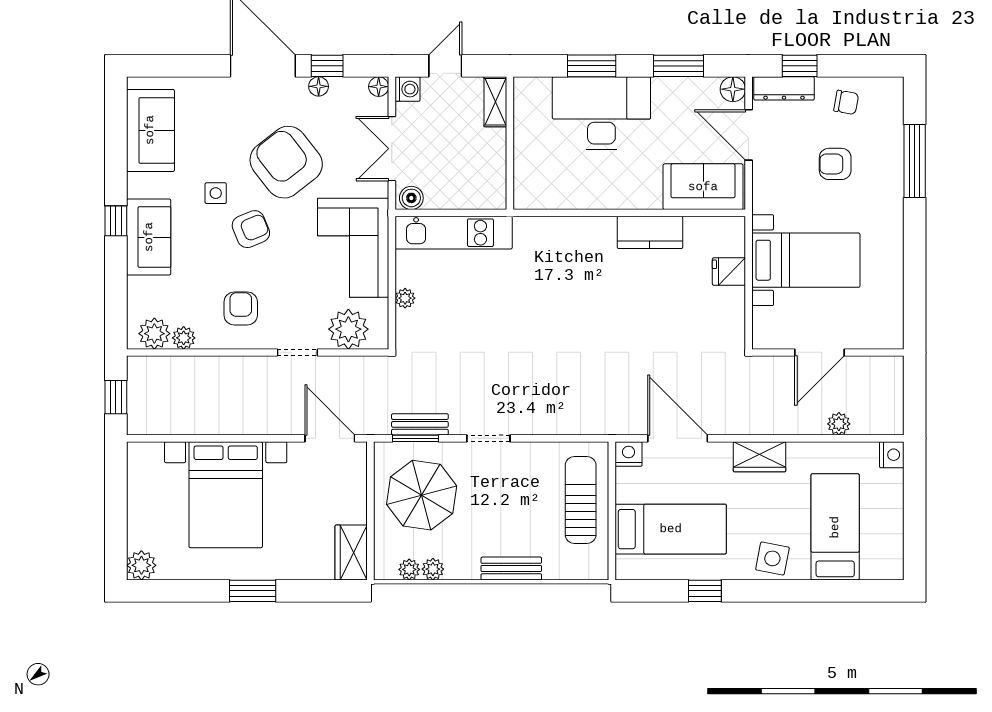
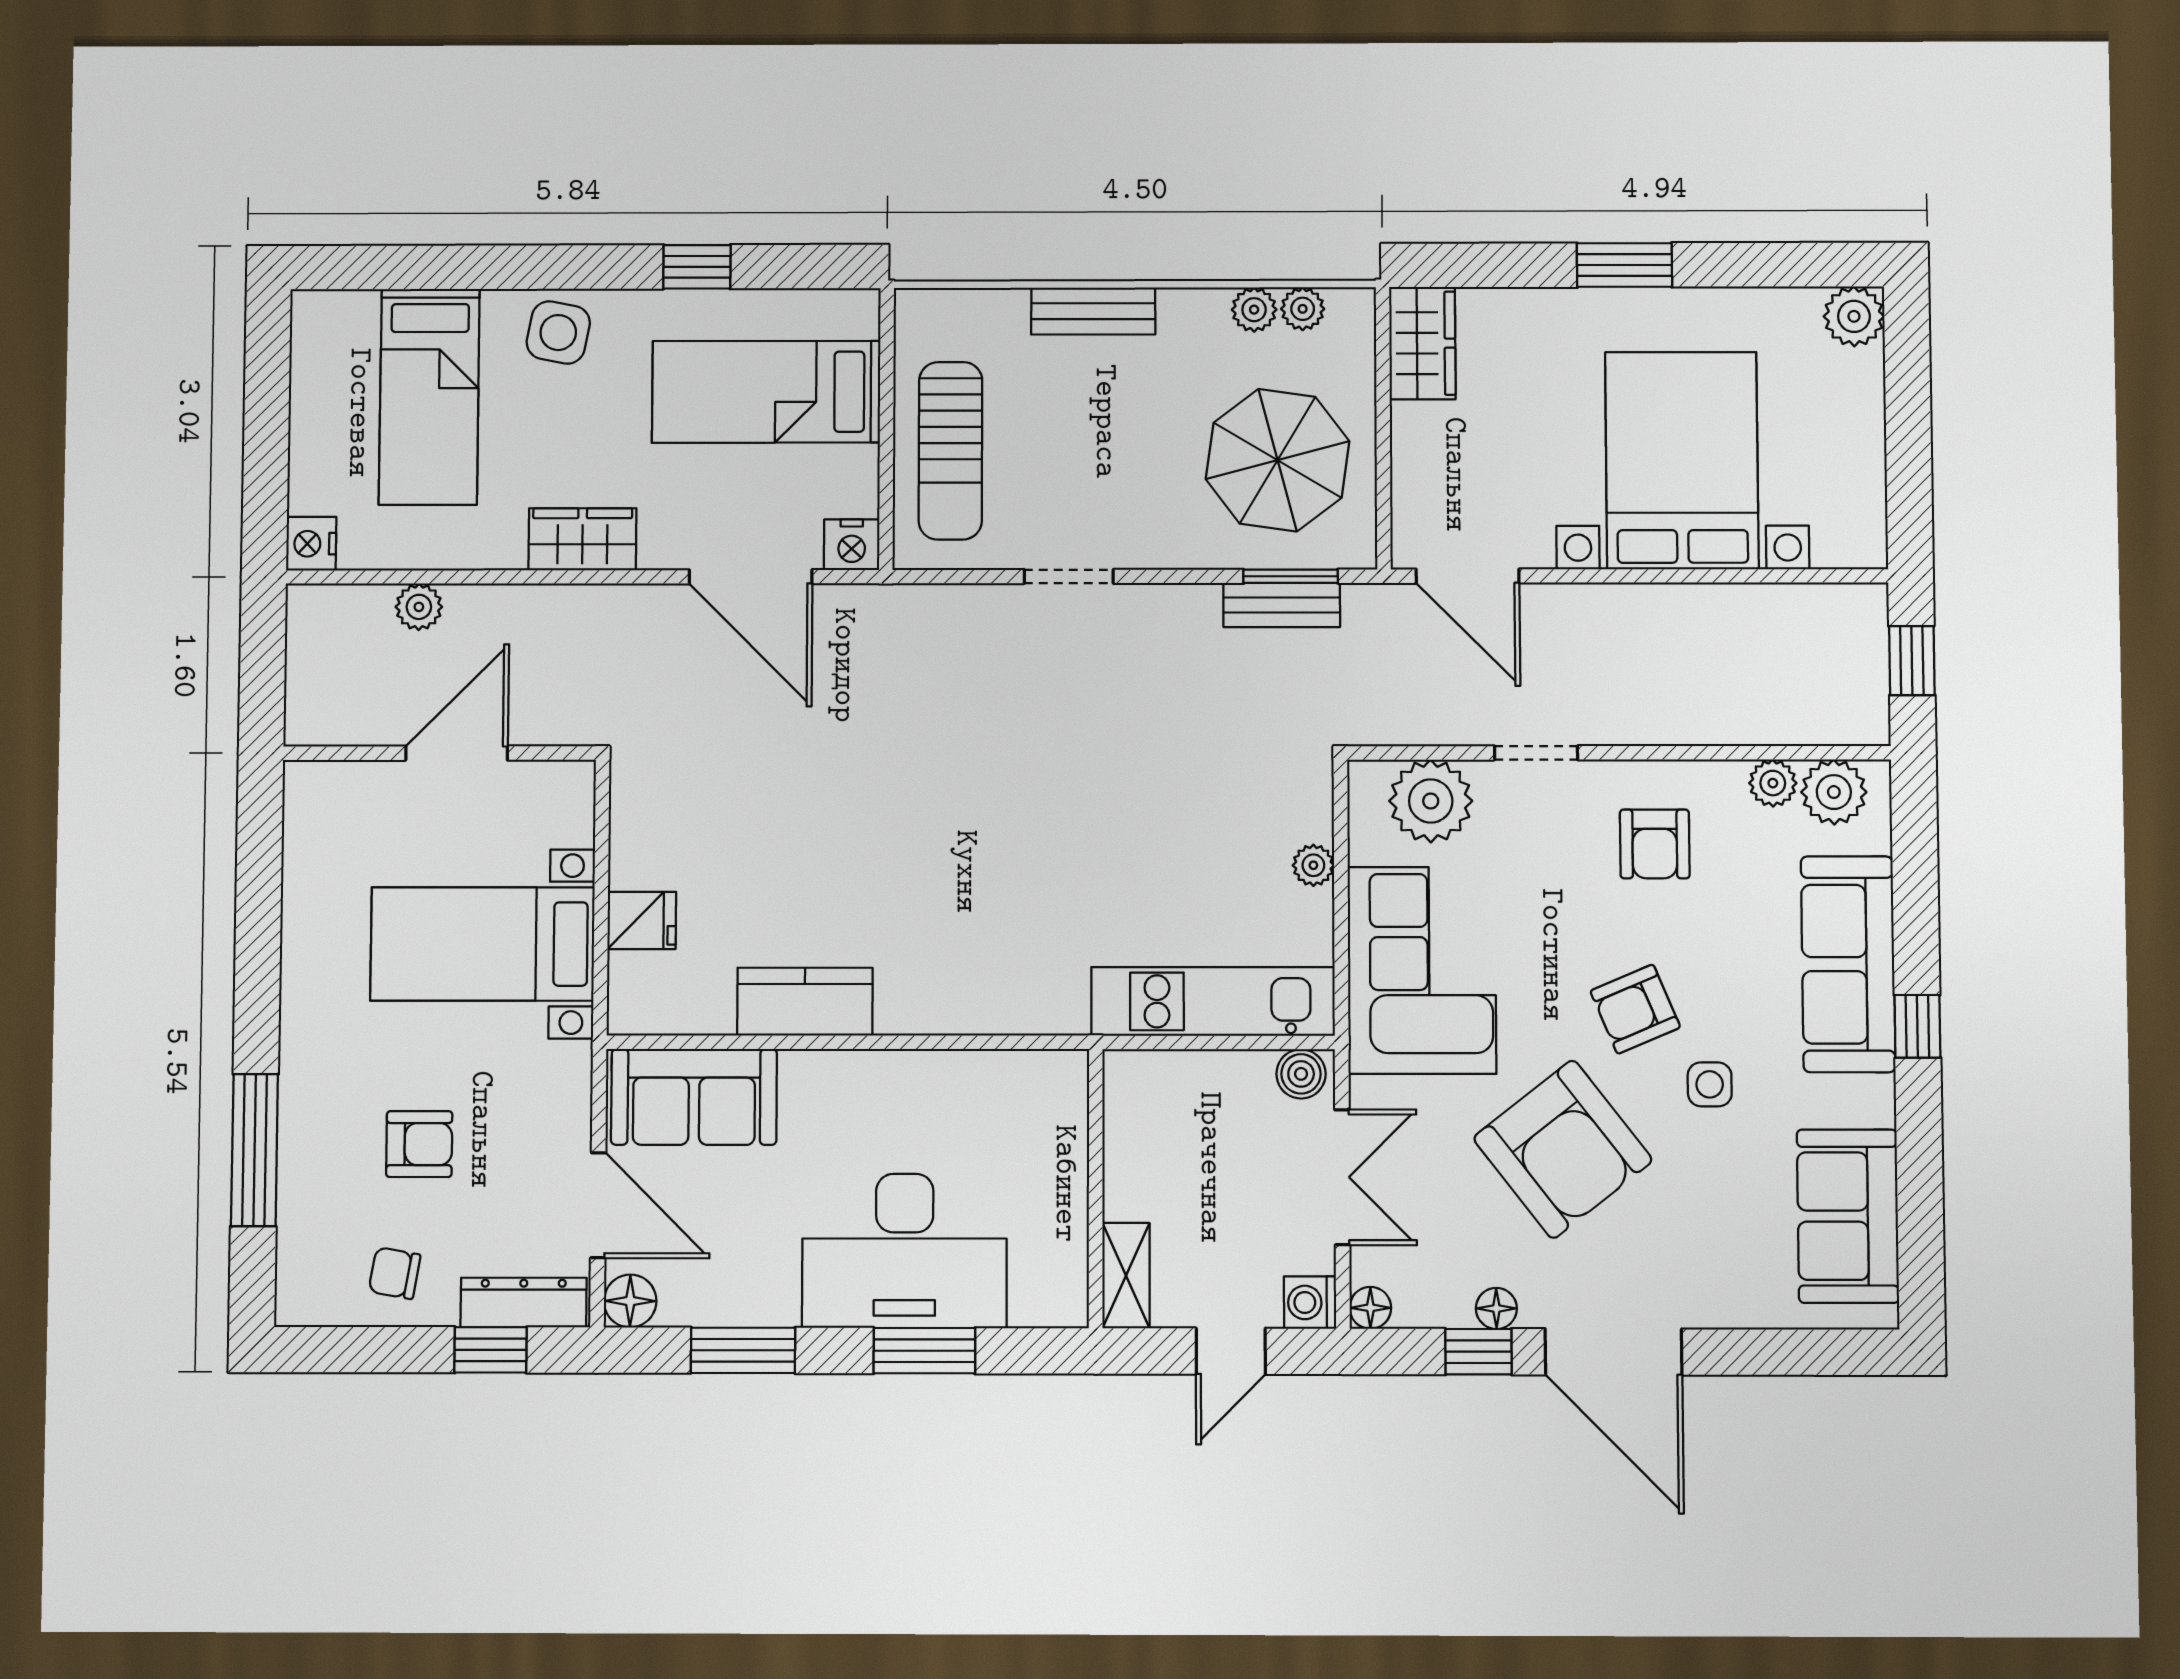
sofa: (149, 237) -> (1848, 964), width x1.36
doorway: (488, 438) -> (1069, 576), moved

